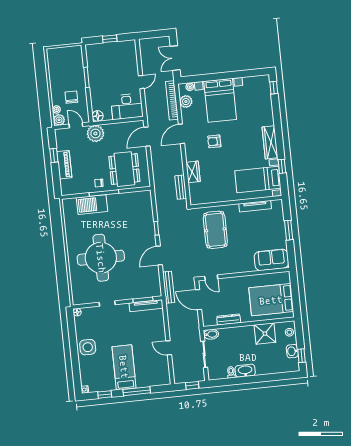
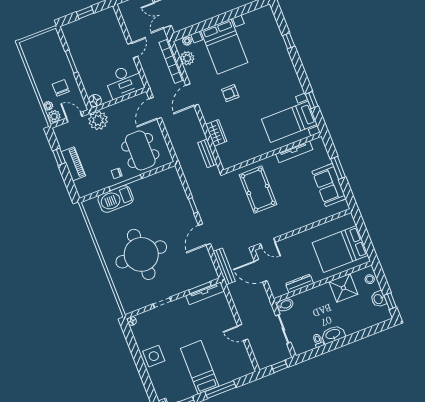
window: (274, 88) -> (289, 41), moved
wardrobe: (270, 142) -> (291, 77), removed
sofa: (271, 260) -> (329, 185), moved, turned -90

